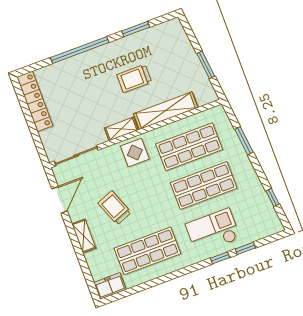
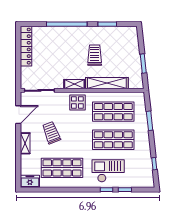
trolley: (134, 78) -> (95, 55), turned 90

